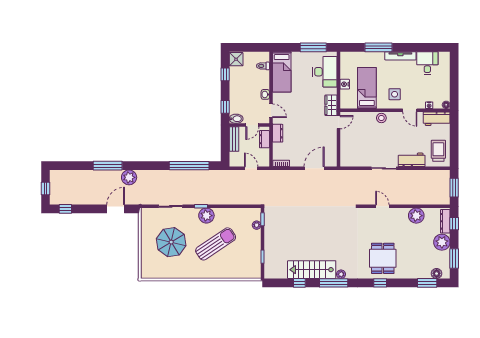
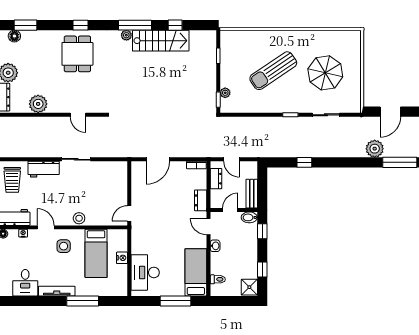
window: (313, 47) -> (175, 301), moved
wardrobe: (331, 105) -> (138, 233), removed
dresser: (264, 139) -> (216, 179), moved
window: (189, 166) -> (304, 162), width x0.32
plant: (206, 216) -> (284, 104), removed

